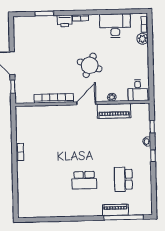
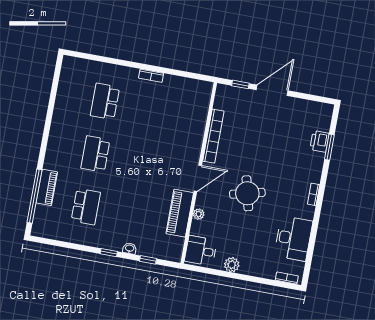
printer: (65, 21) -> (319, 141), moved
plant: (142, 39) -> (232, 265), moved
round table: (90, 65) -> (247, 193), turned -36
door: (86, 103) -> (198, 178), hinge flipped
school desk: (123, 179) -> (86, 207), turned 90
school desk: (45, 181) -> (105, 101), added

